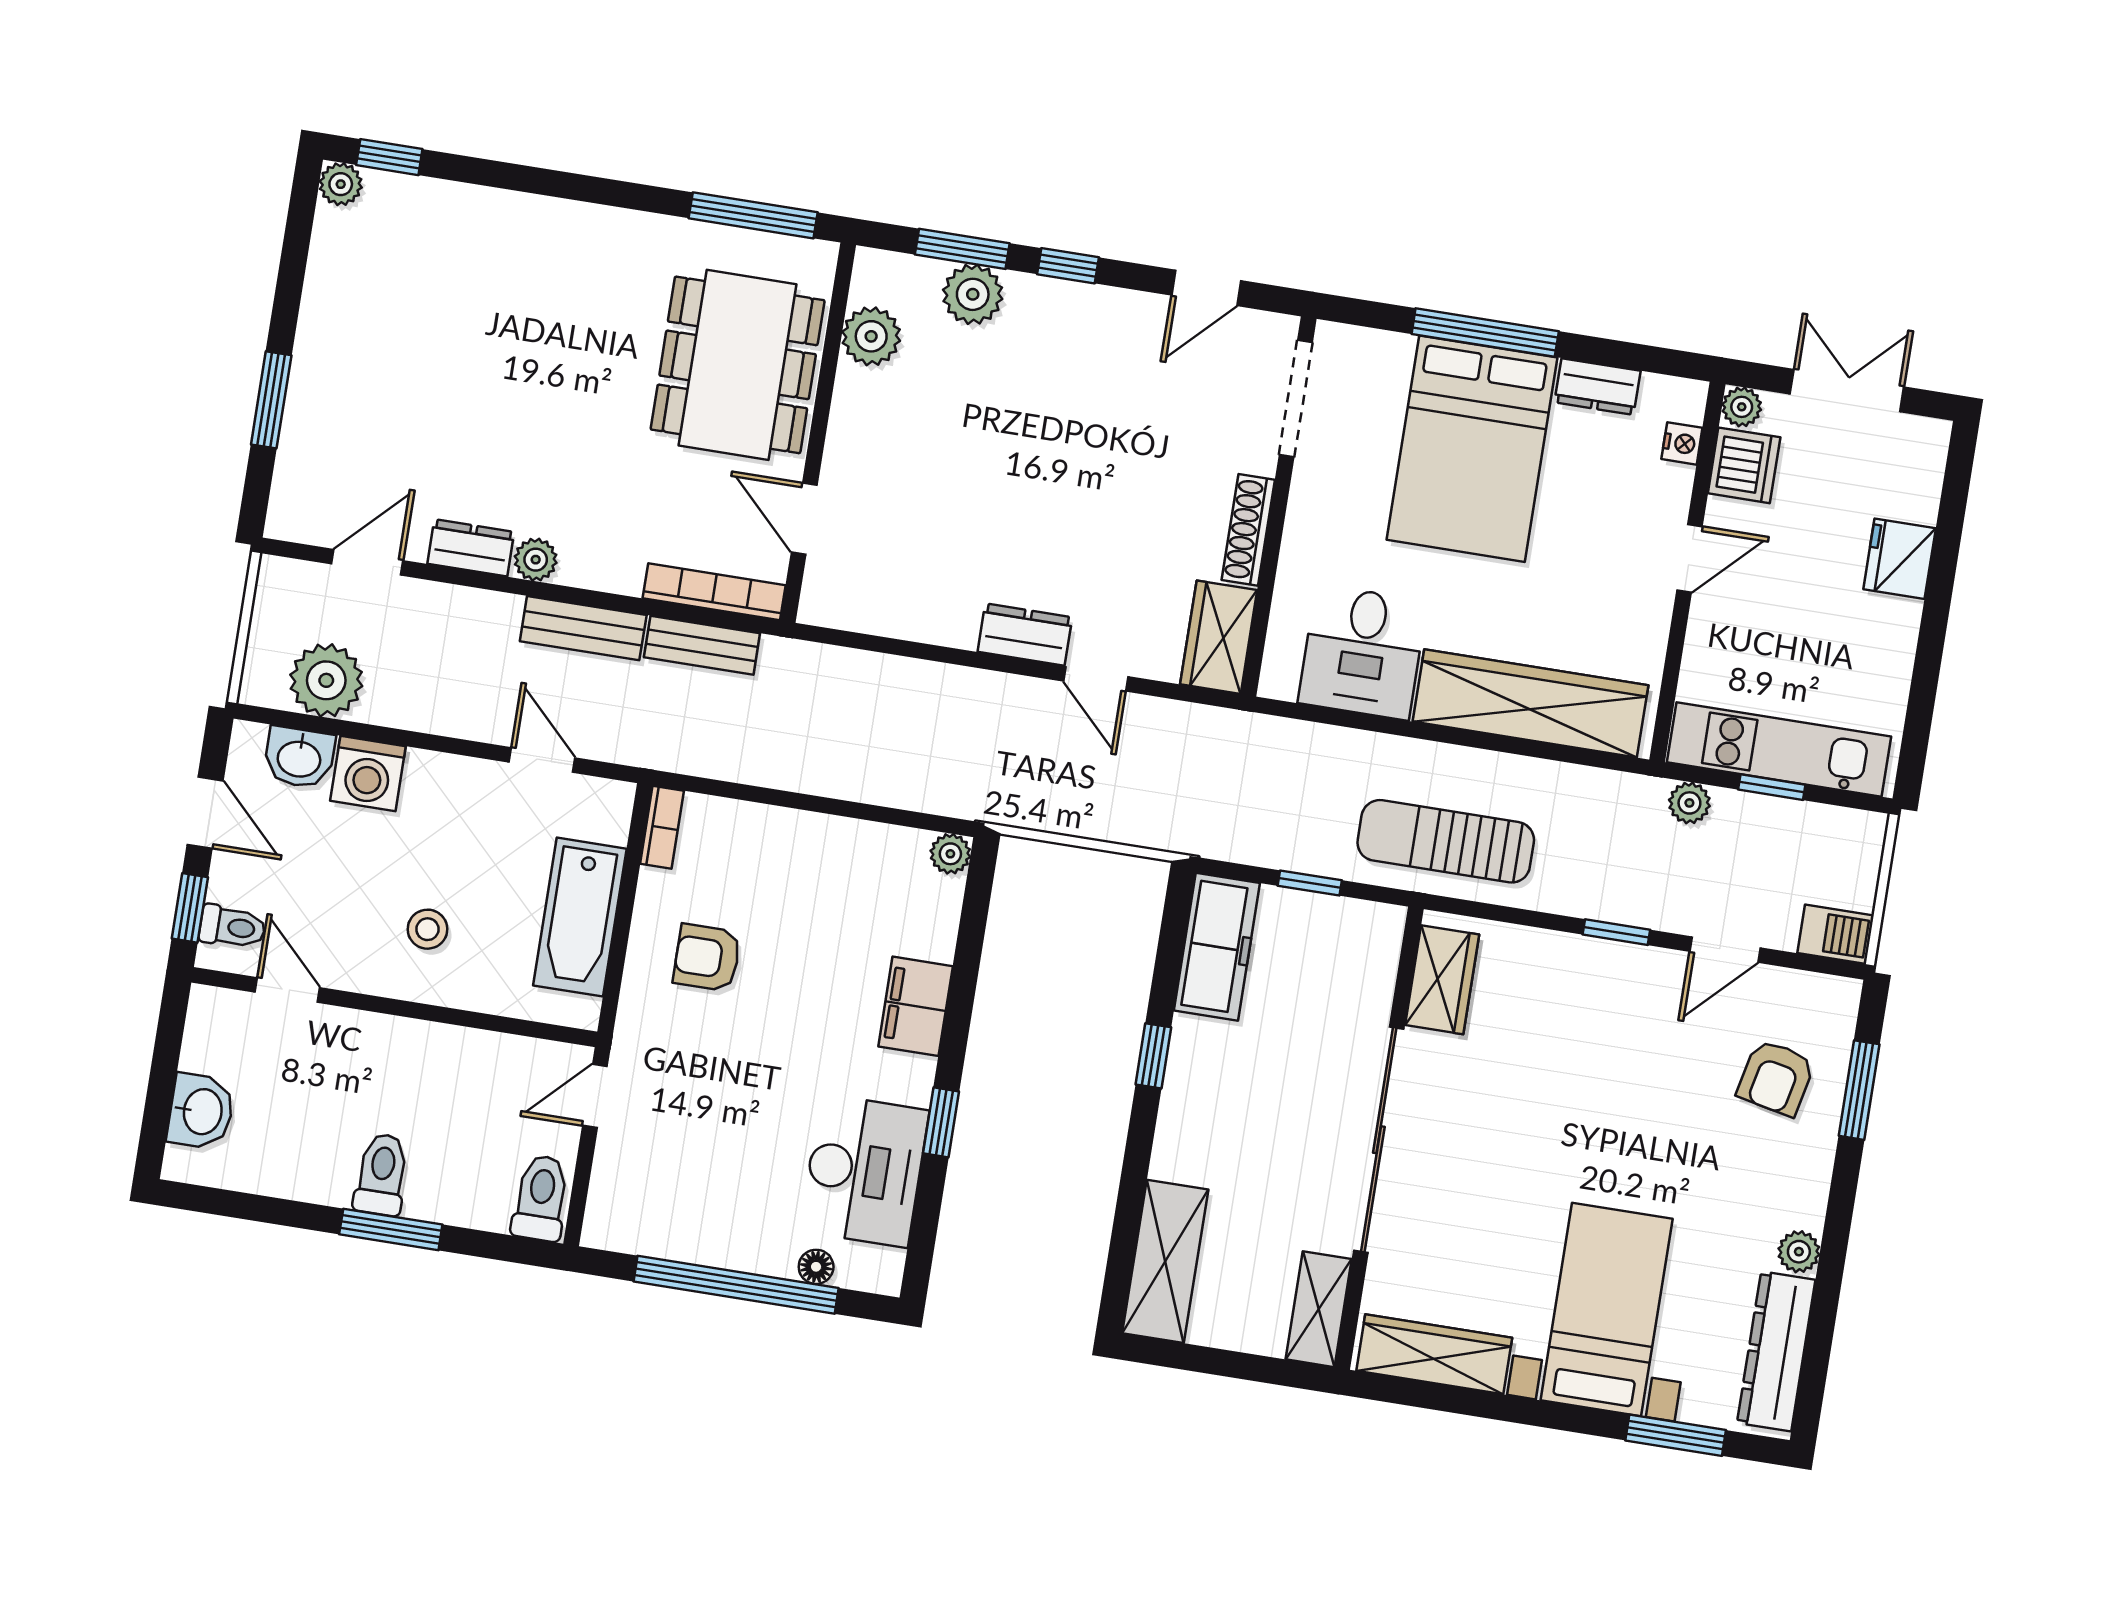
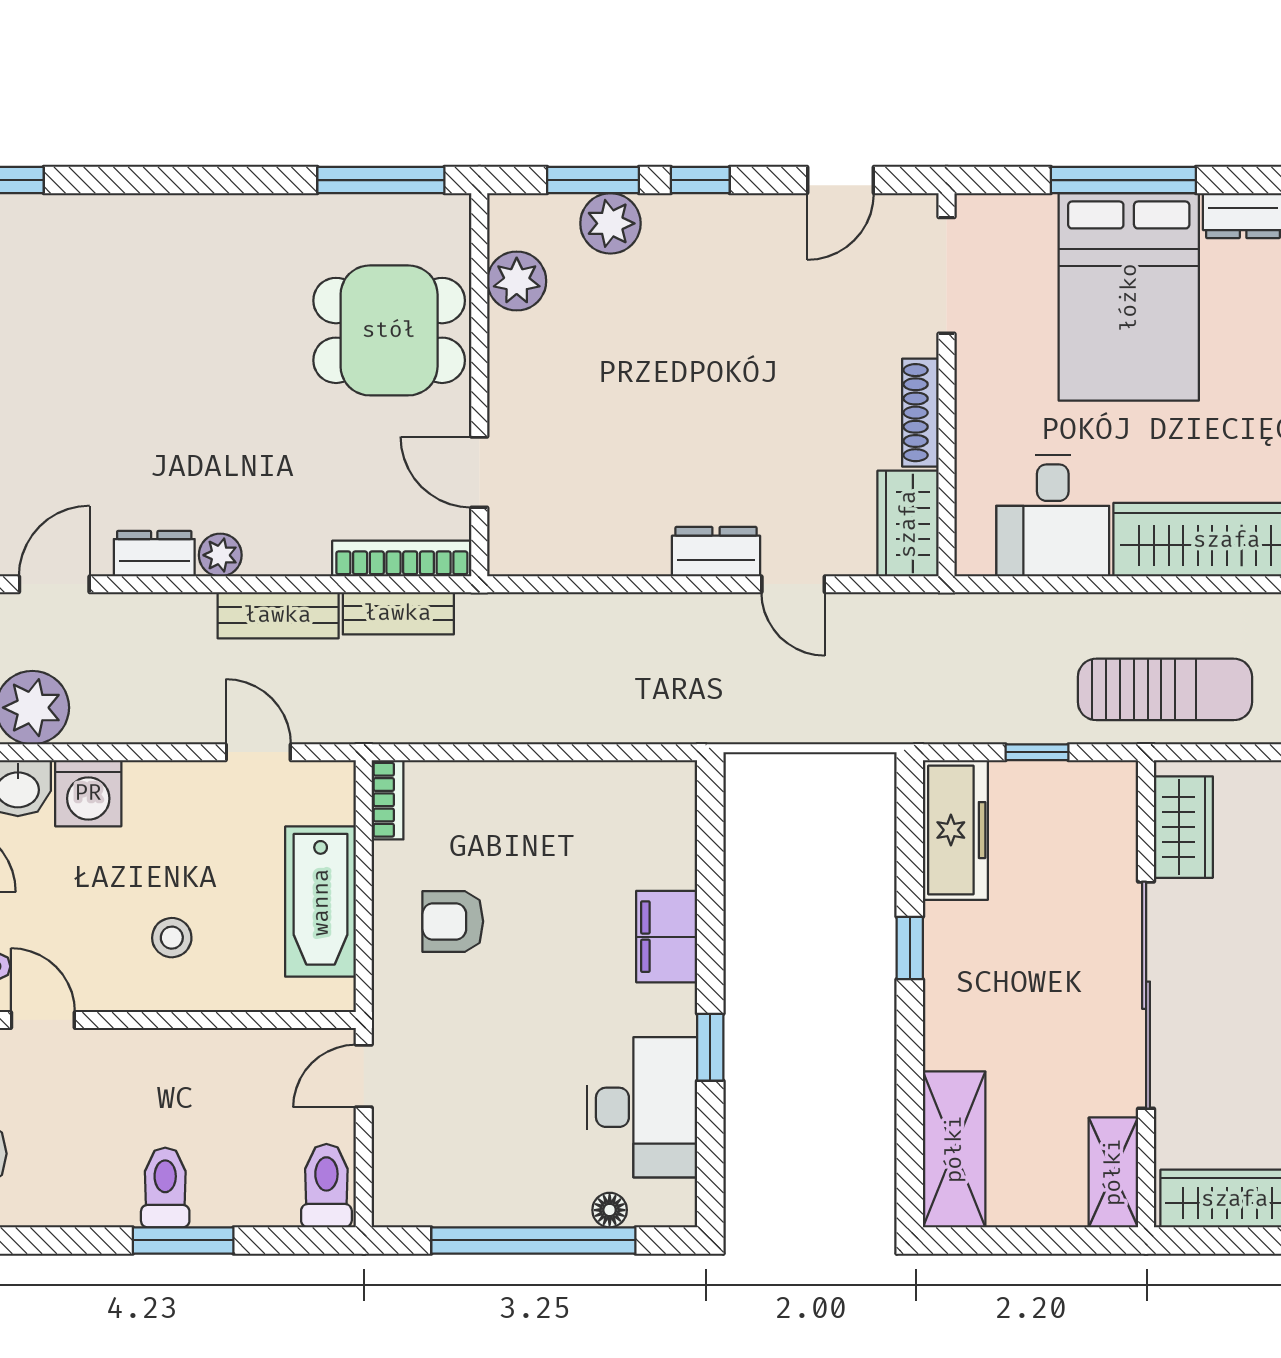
dining table: (738, 365) -> (389, 330), width x0.73
sun lounger: (1446, 841) -> (1165, 689), turned 180
plant: (950, 854) -> (677, 780), removed

